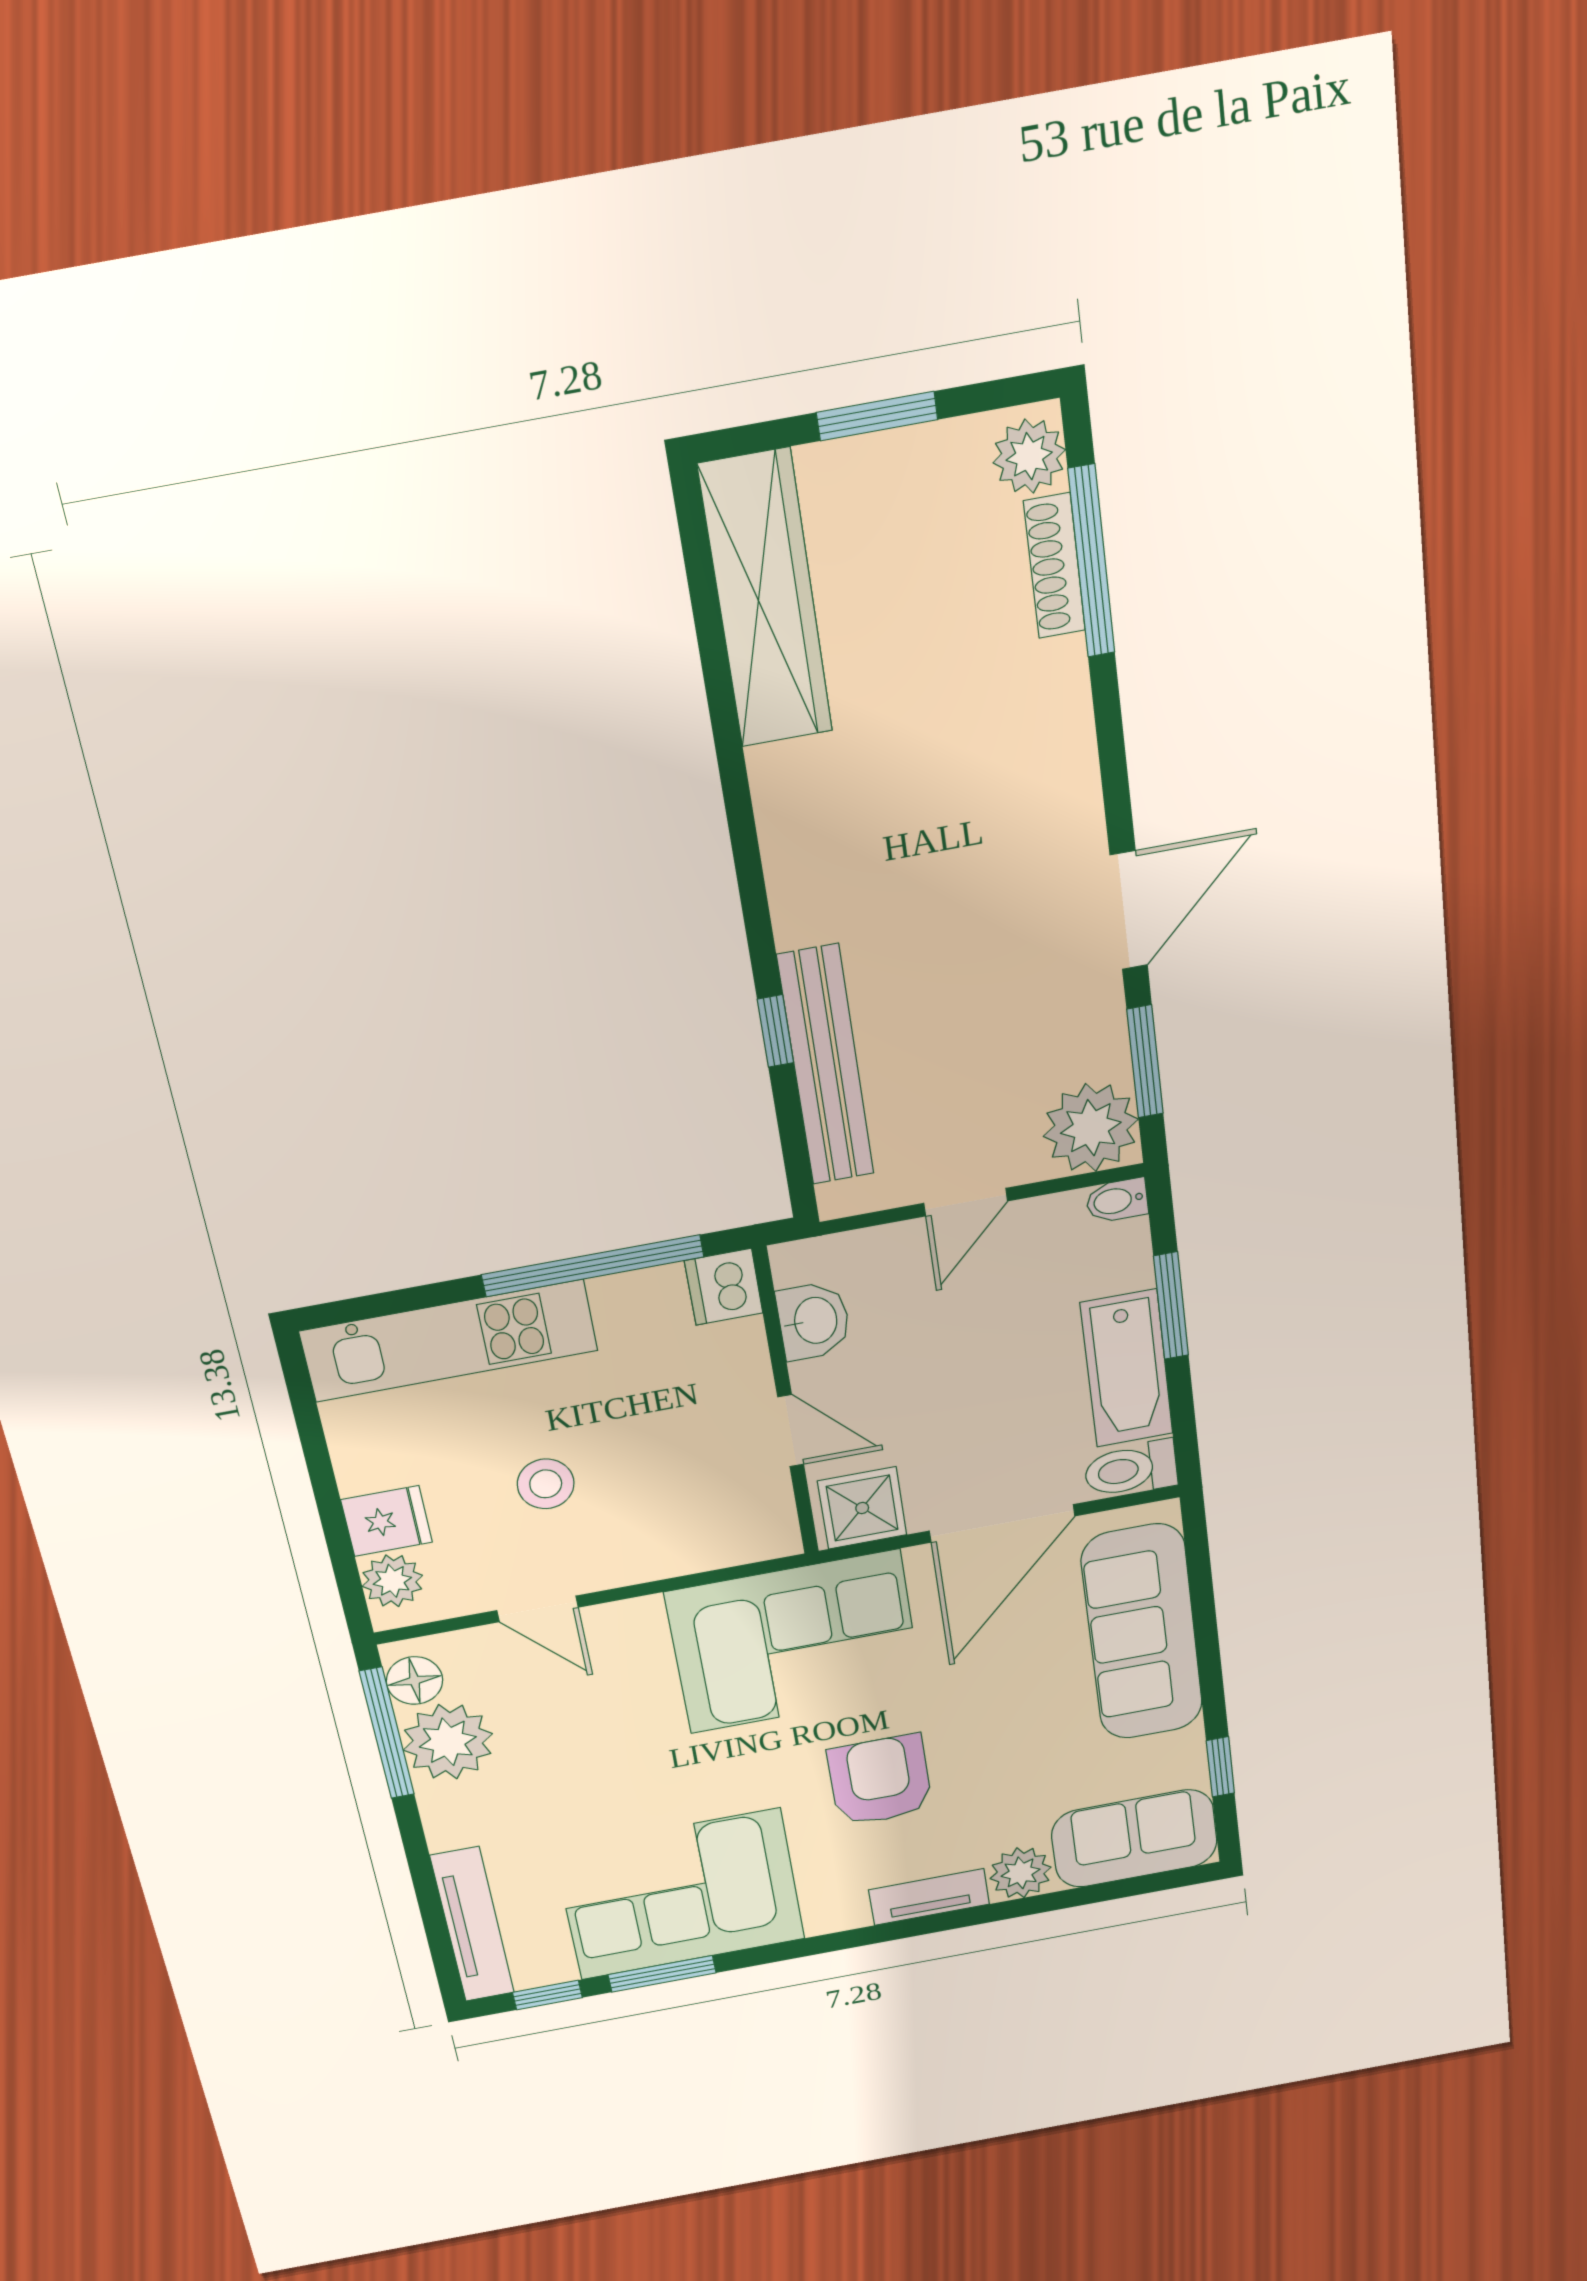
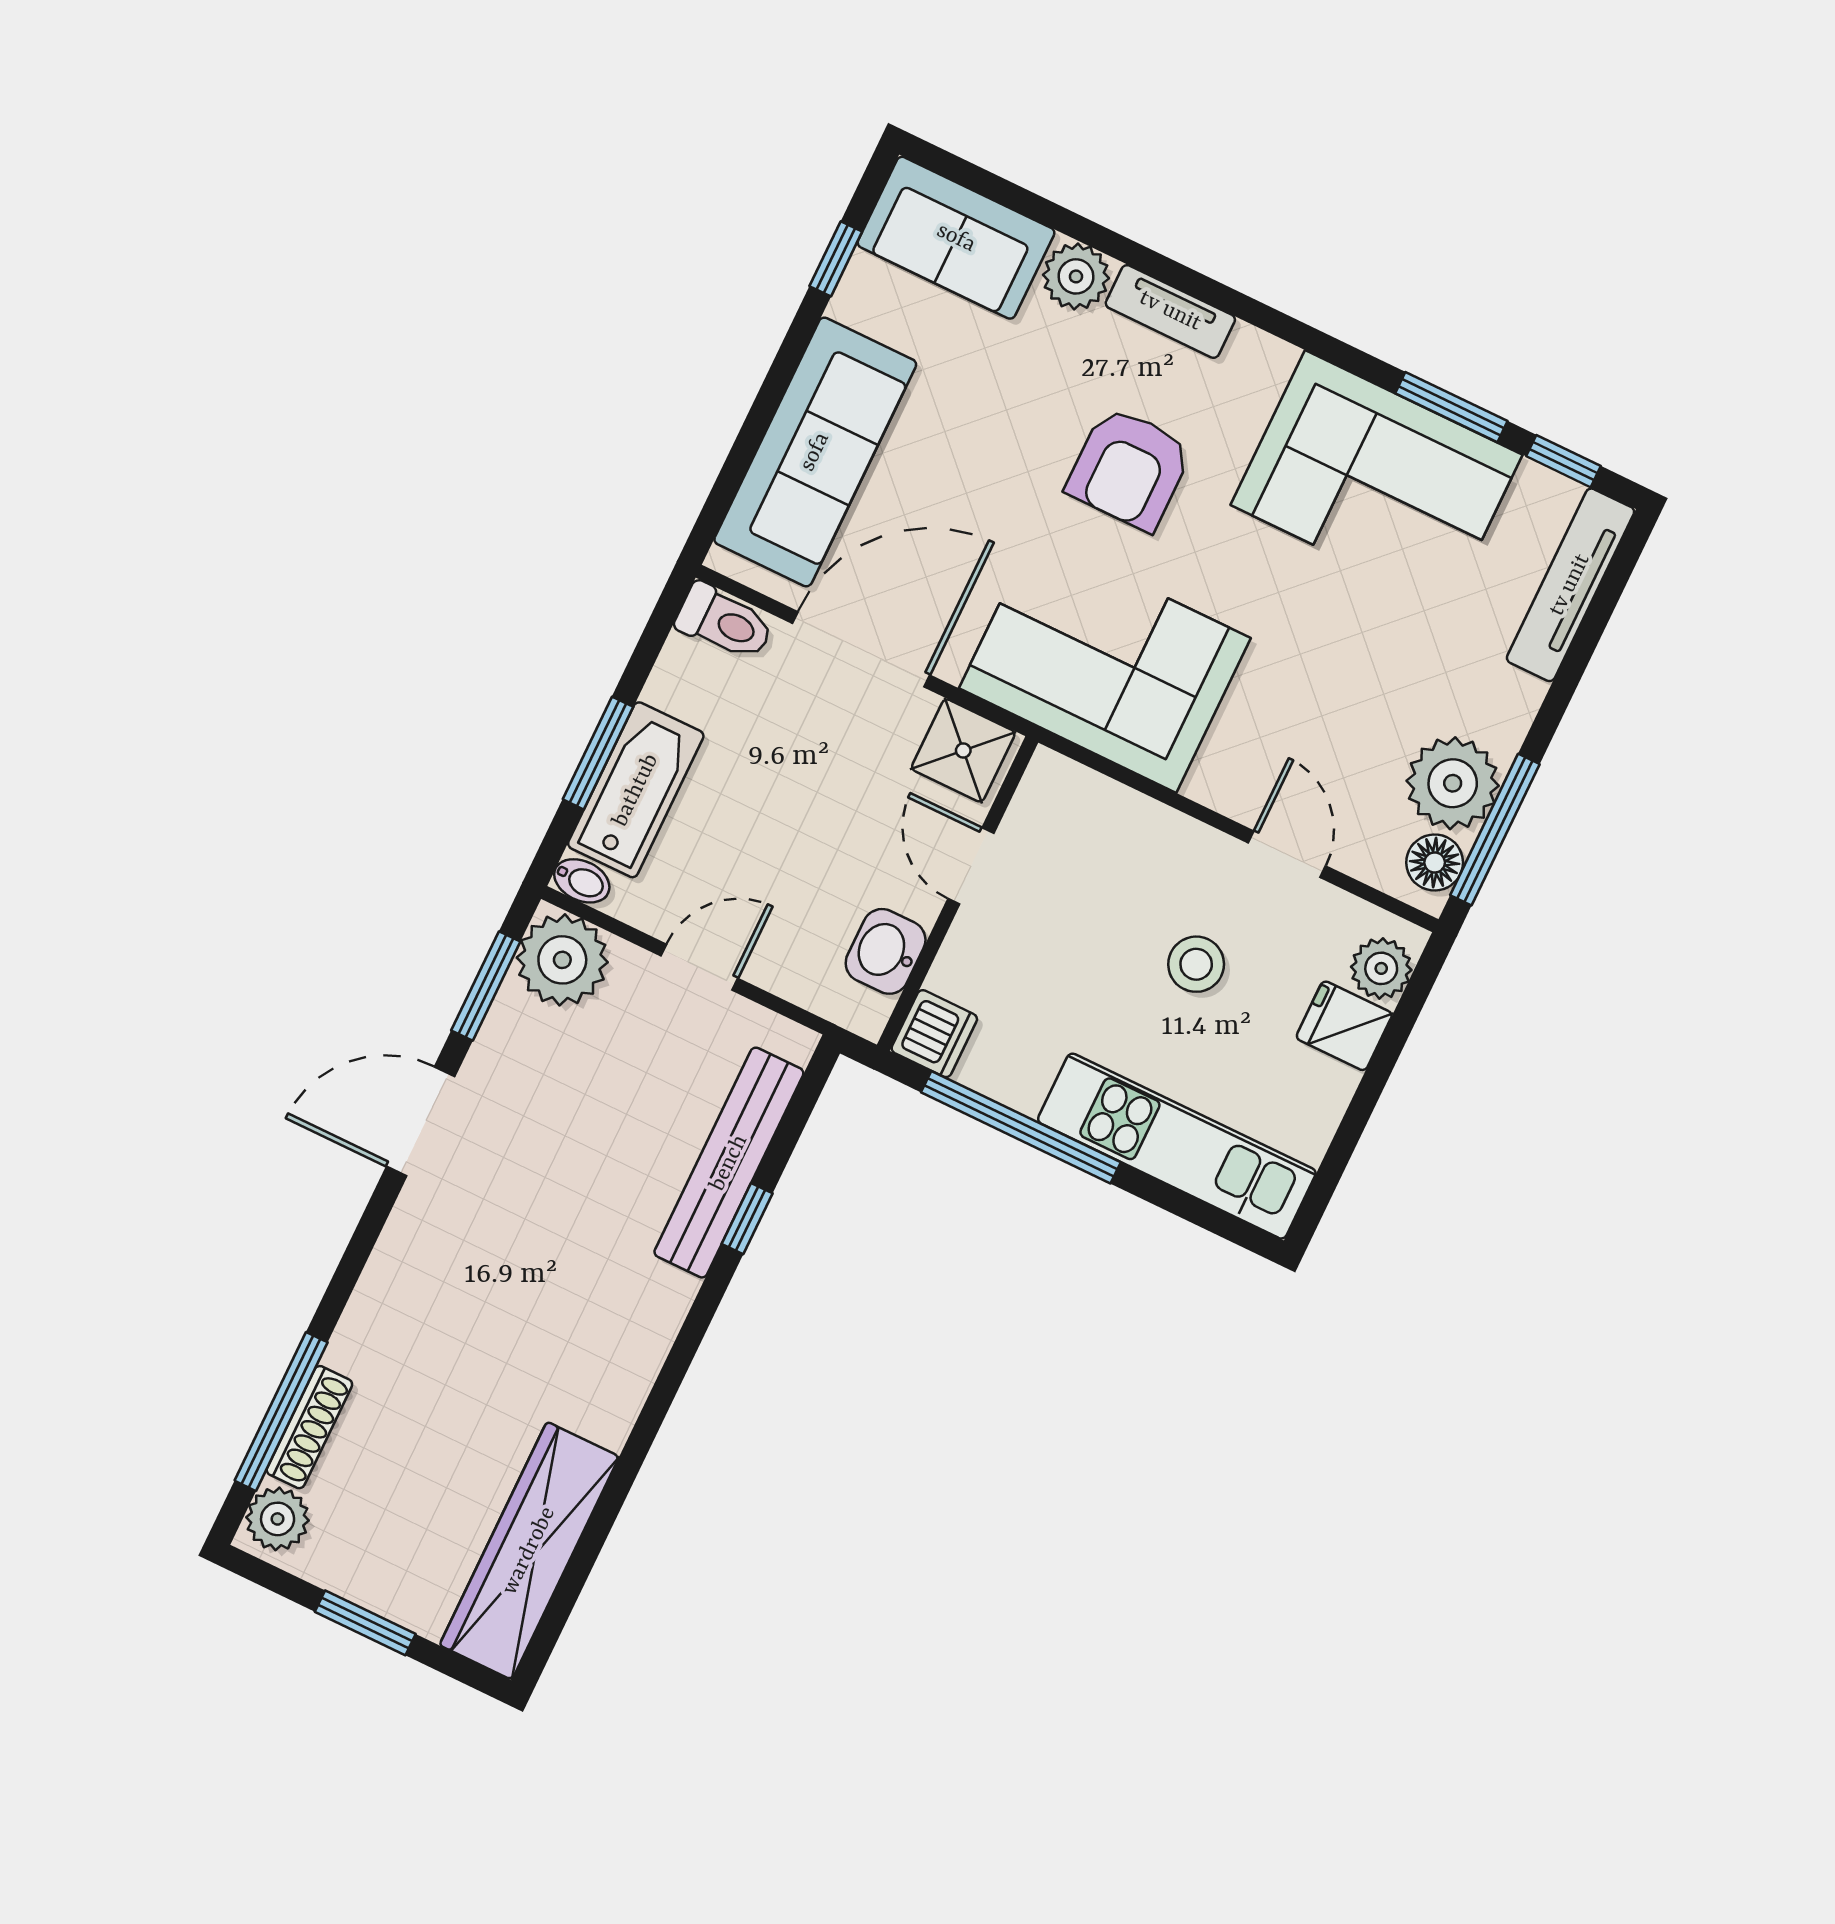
bathtub: (1127, 1368) -> (636, 790), moved

